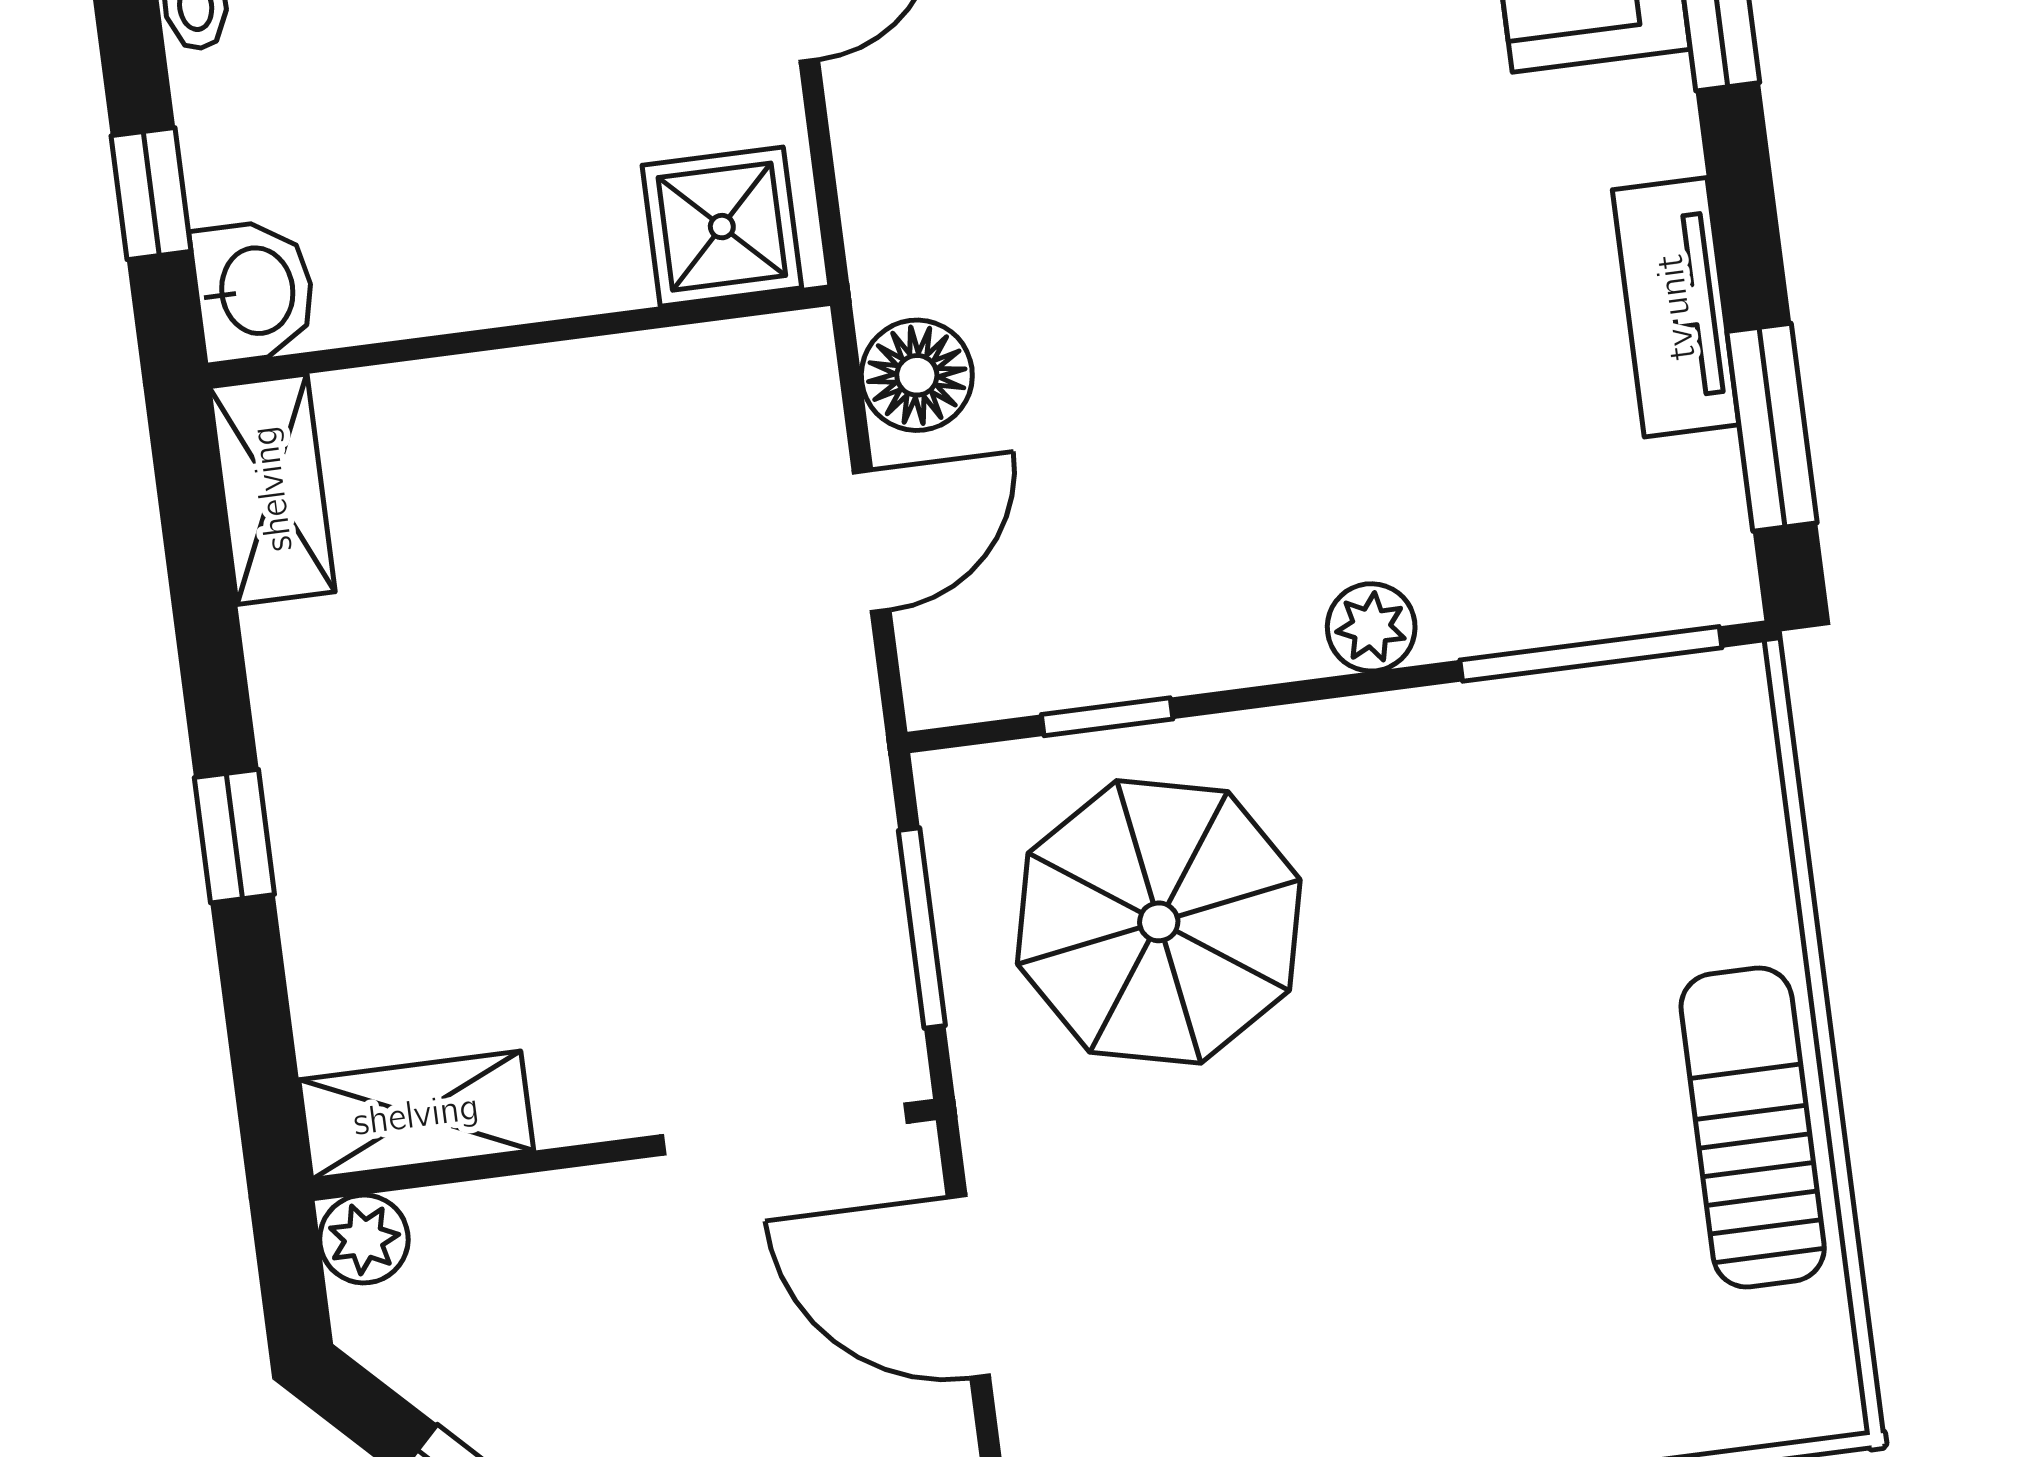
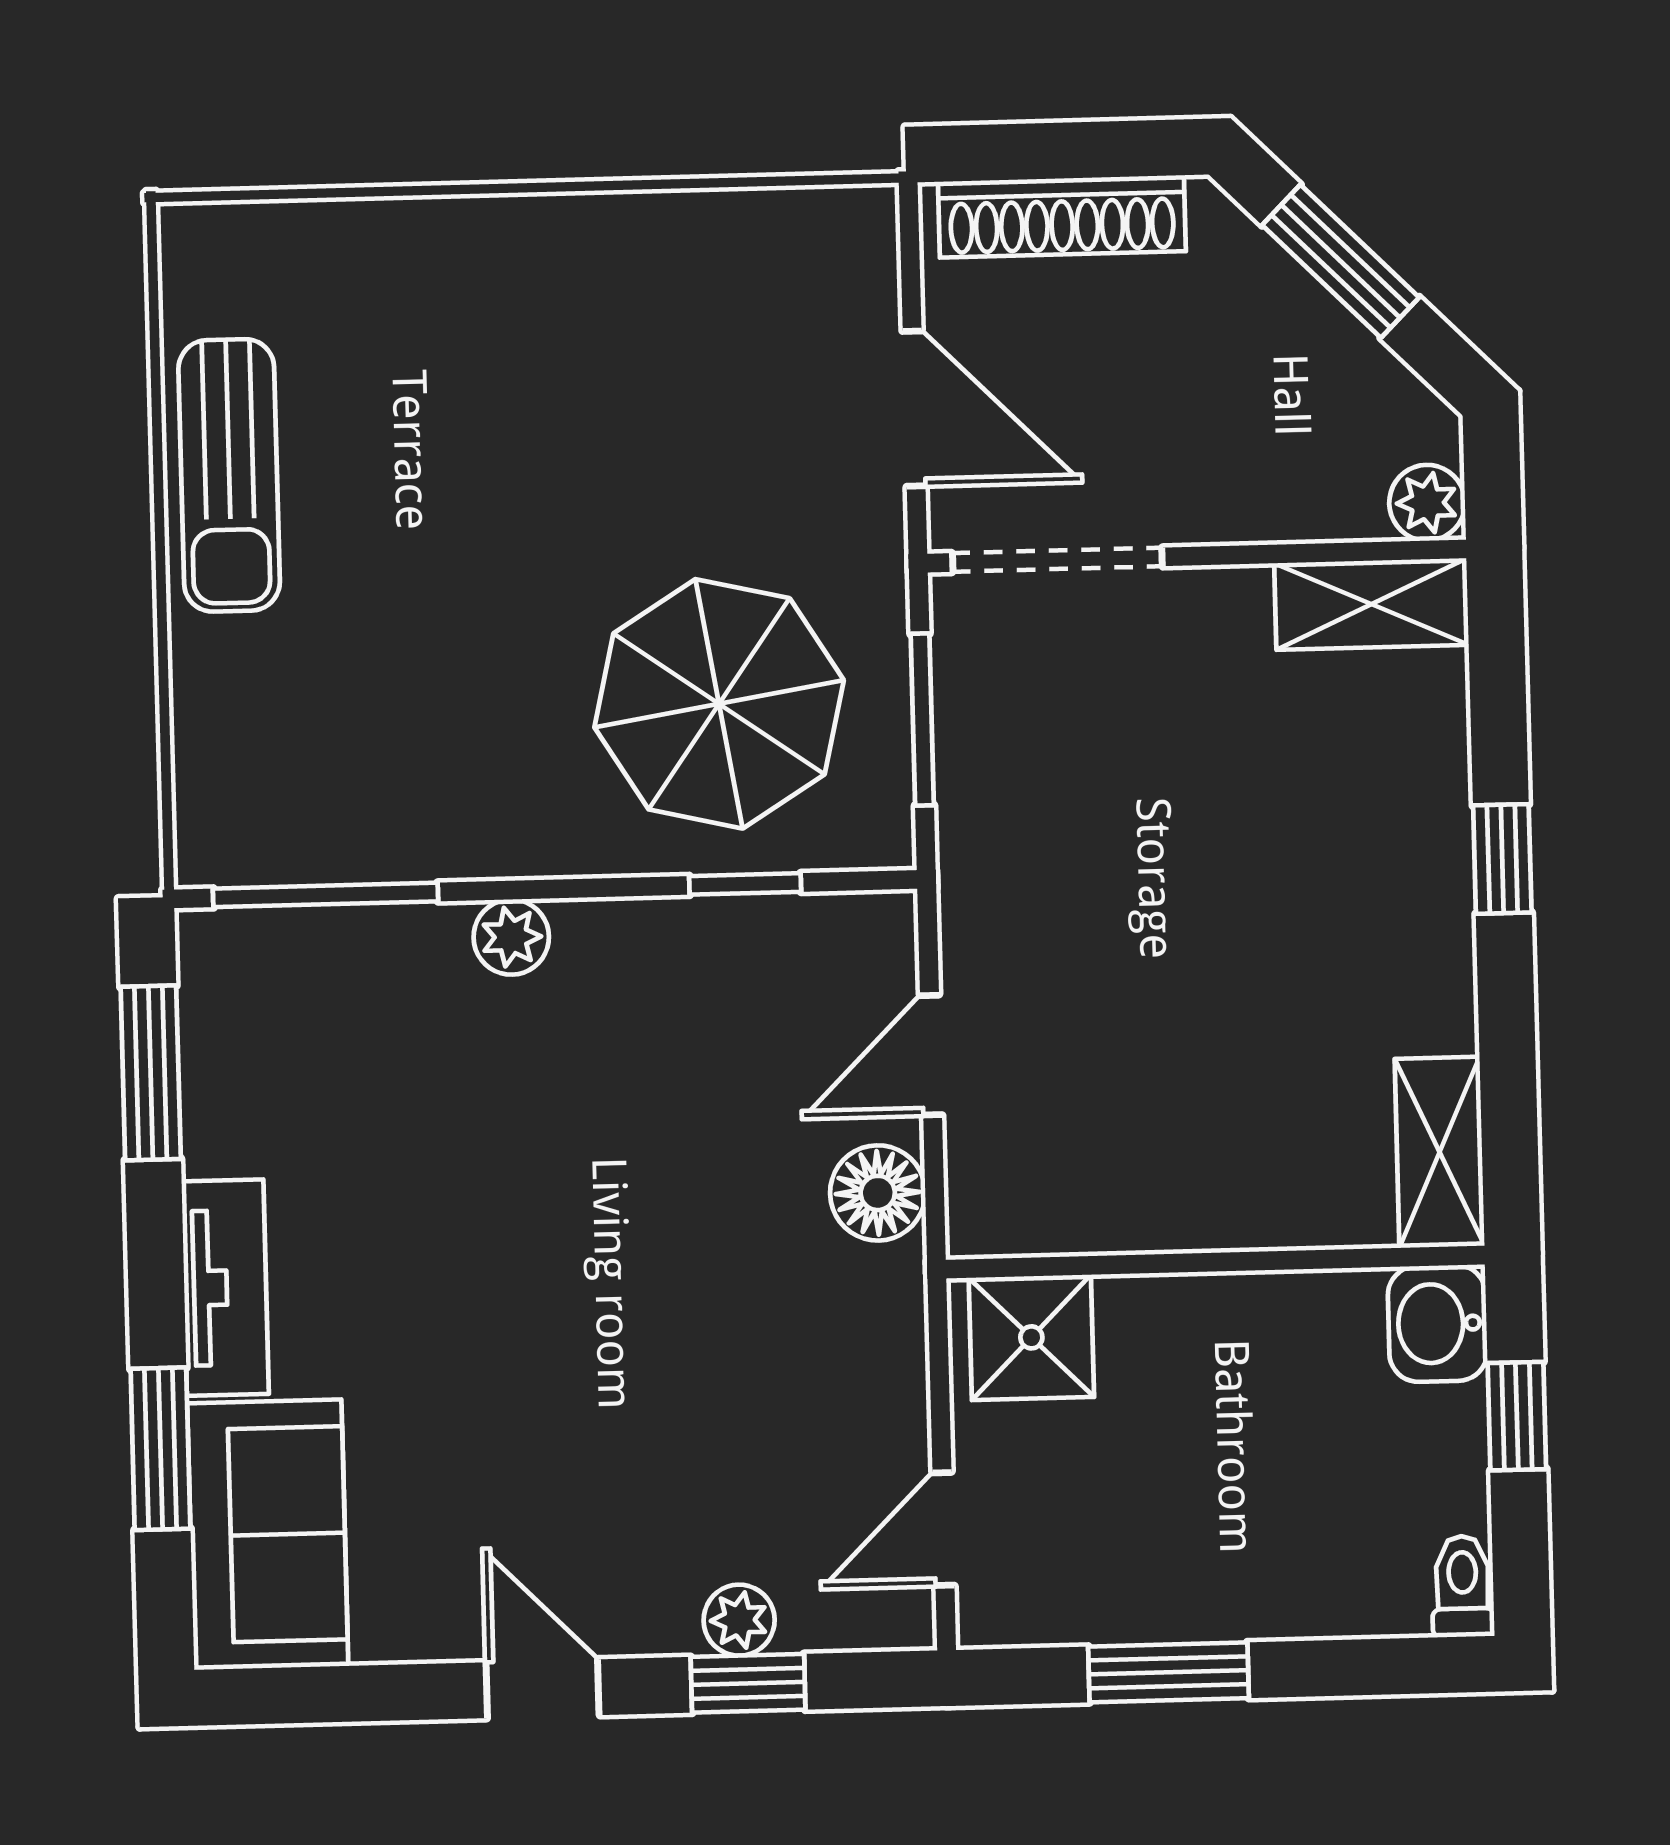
tv unit: (1676, 307) -> (225, 1288), moved

